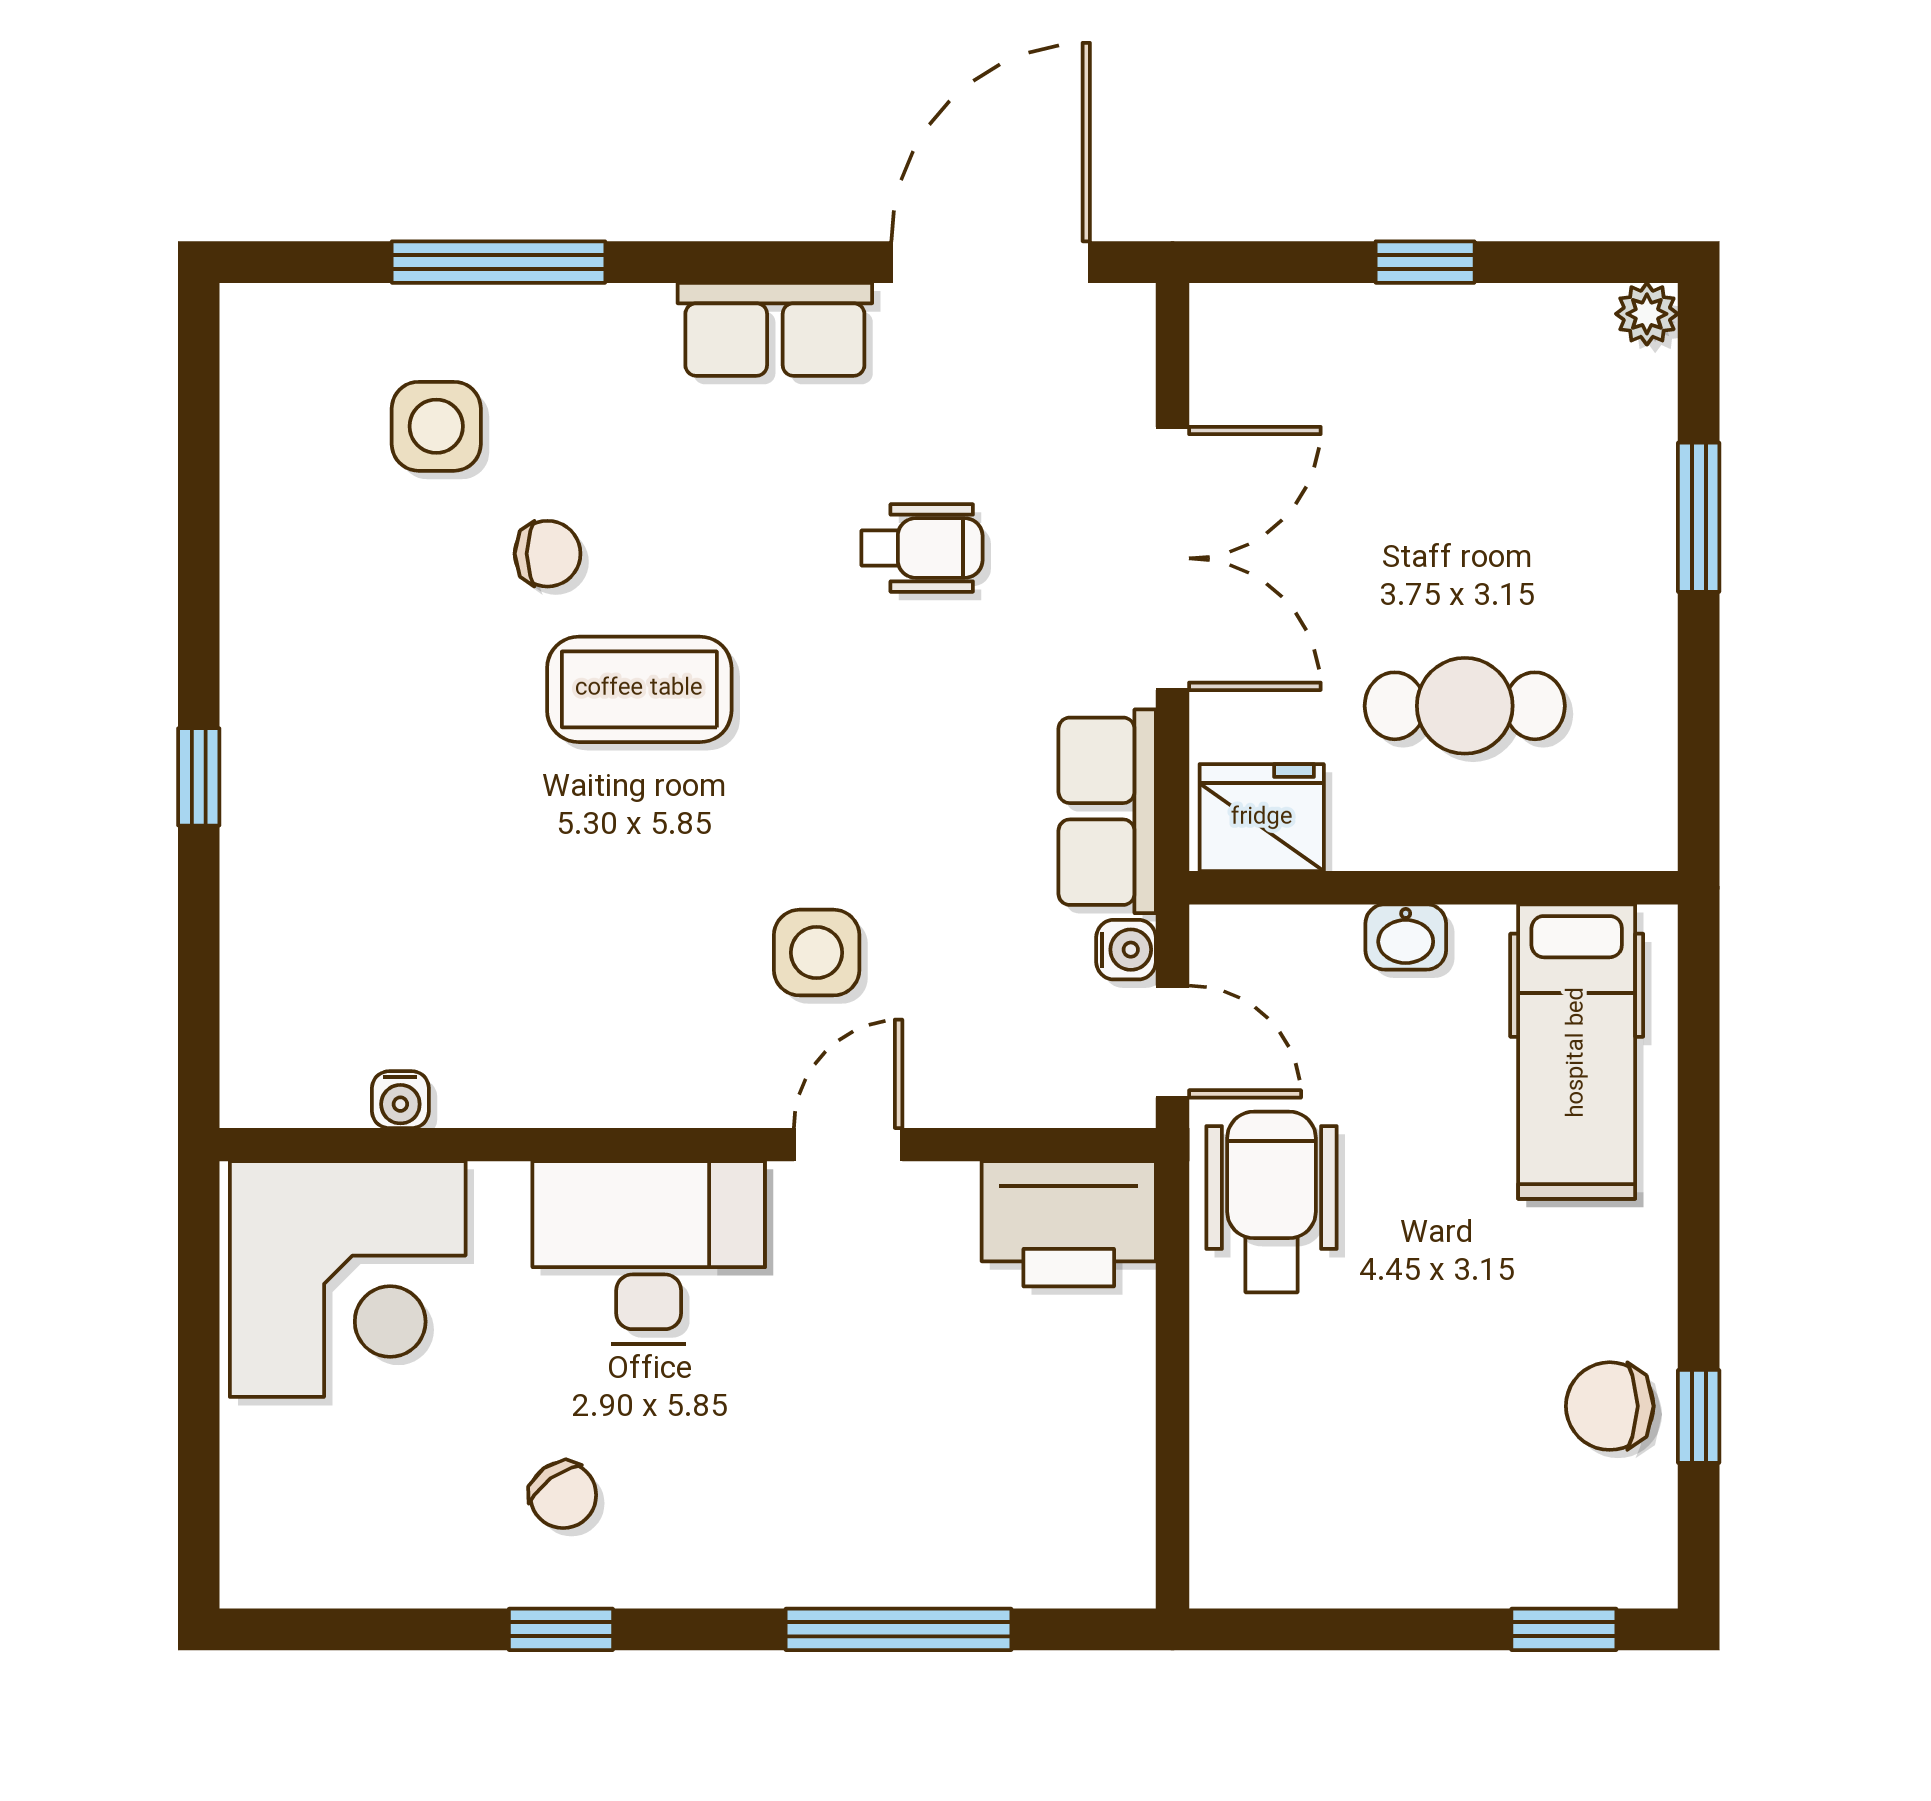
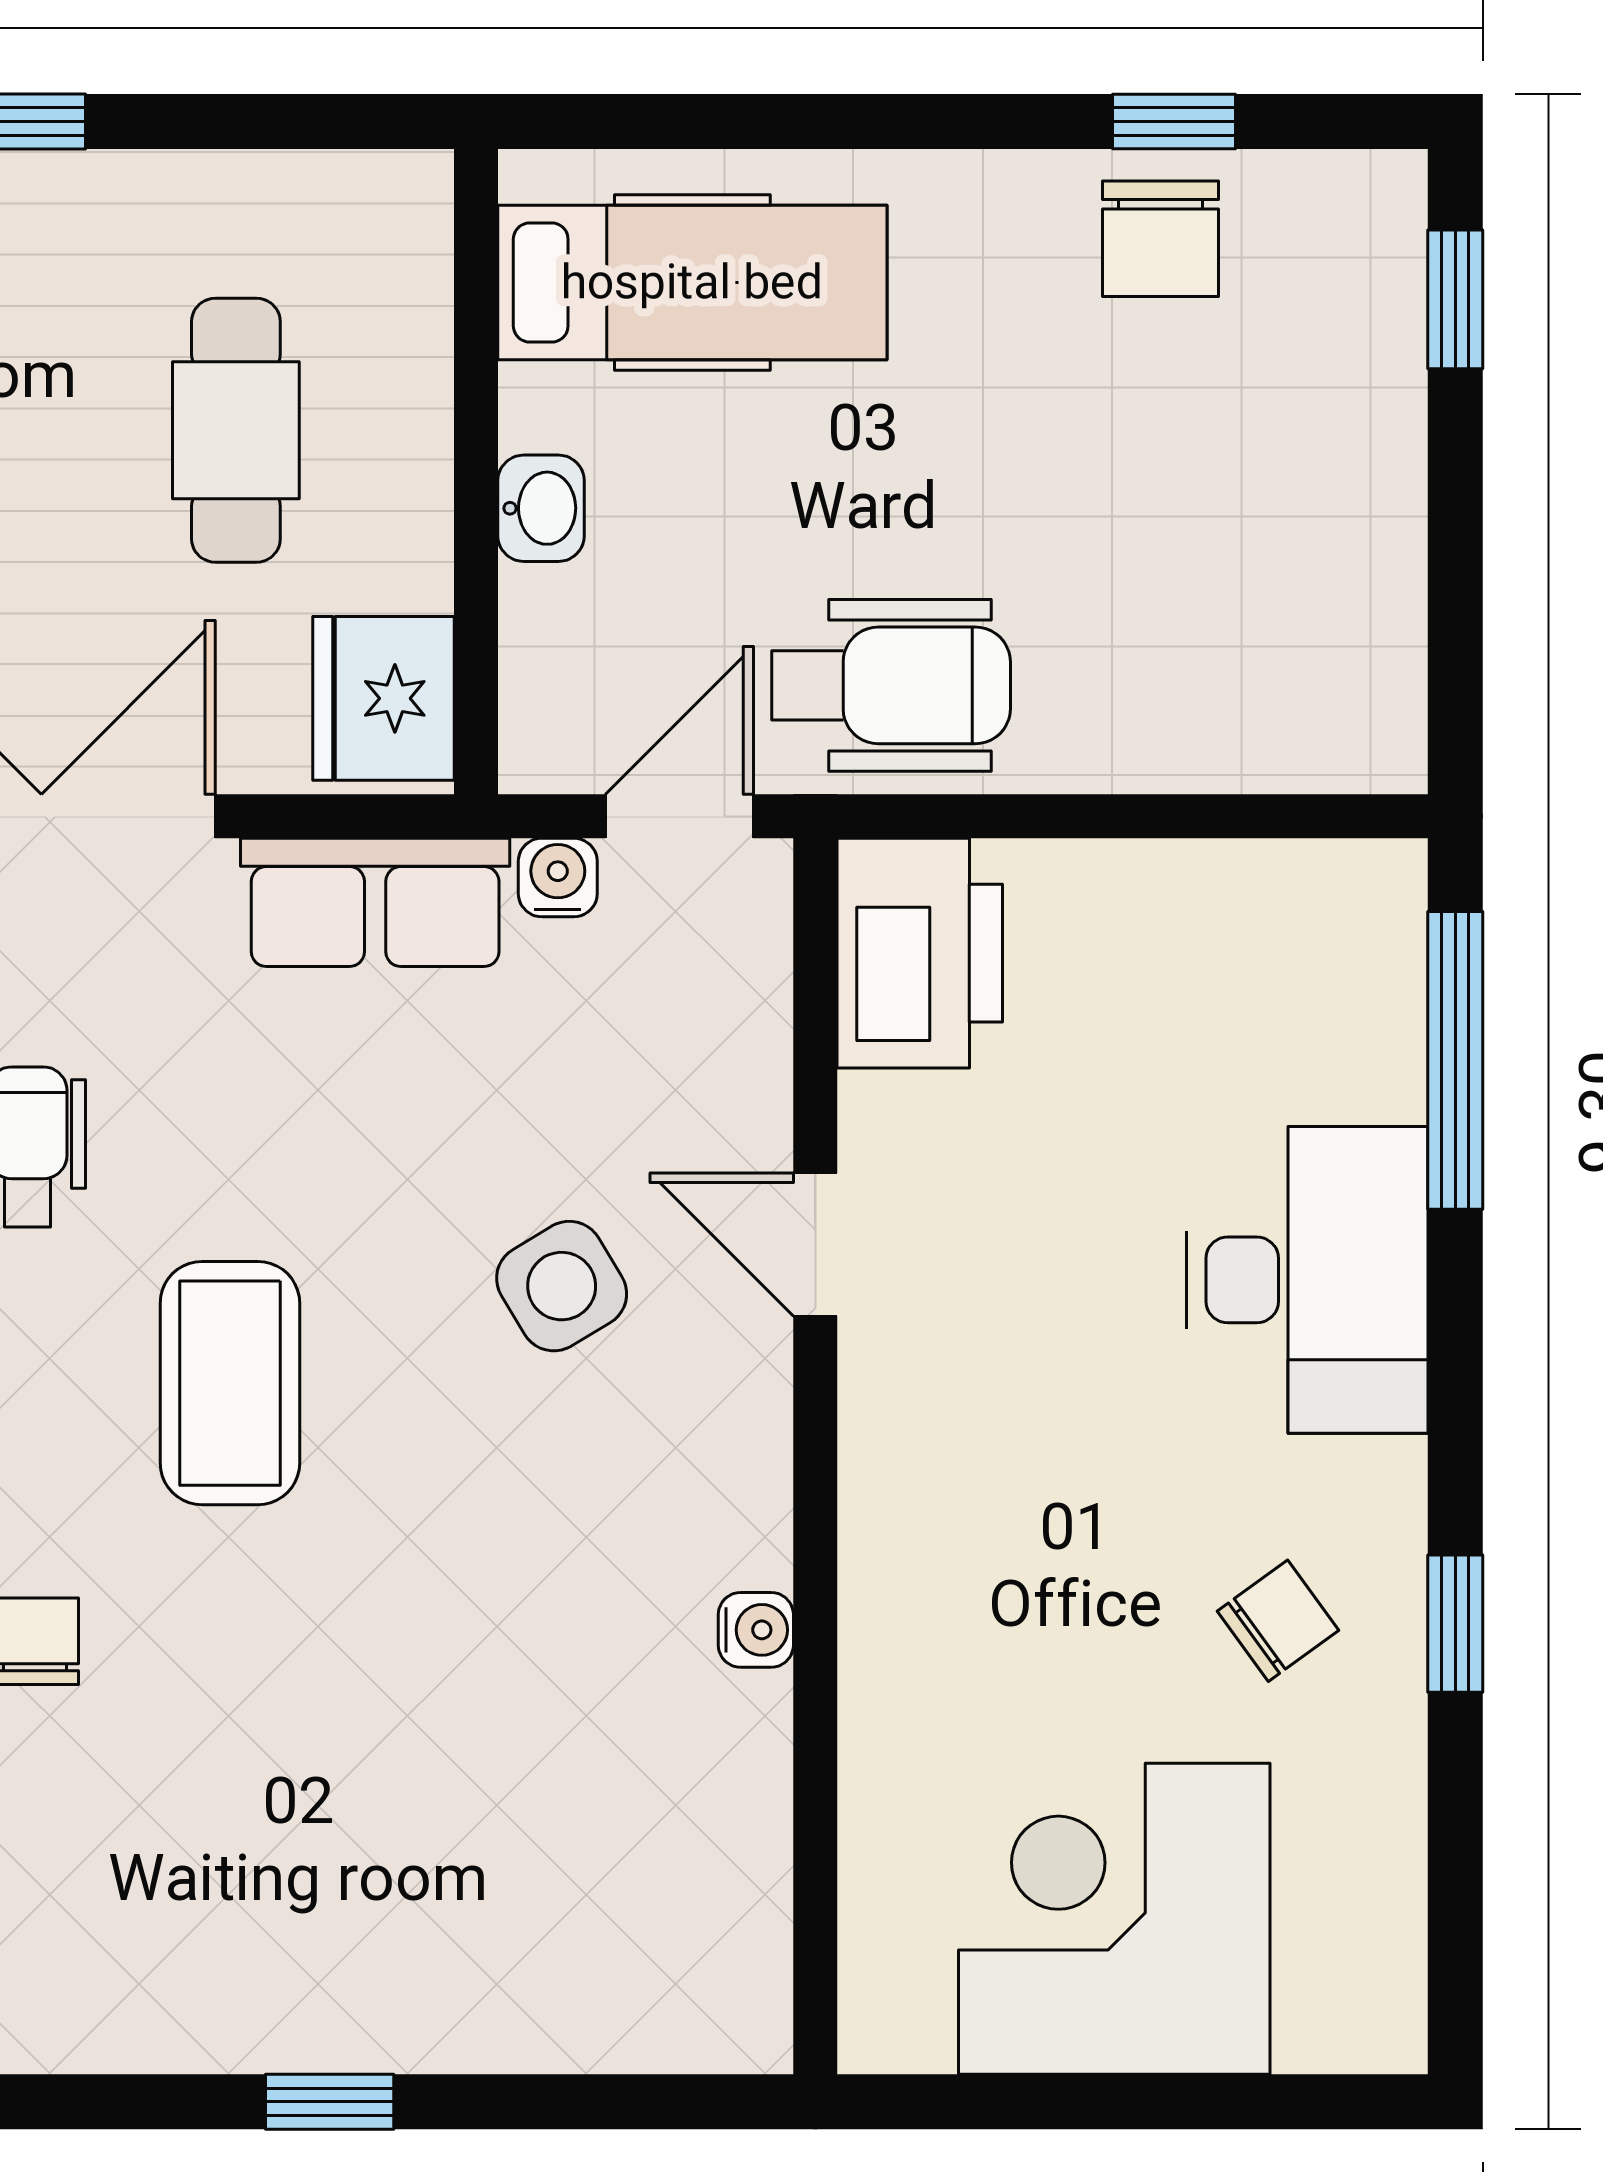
coffee table: (639, 689) -> (230, 1383), moved
side table: (817, 953) -> (562, 1286), turned -31
water cooler: (400, 1100) -> (756, 1630), moved
wheelchair: (1271, 1202) -> (891, 685), turned 180
desk: (649, 1253) -> (1307, 1280), moved, turned 180
corner desk: (348, 1279) -> (1114, 1919), moved, turned -90
window: (899, 1629) -> (1455, 1060), moved

